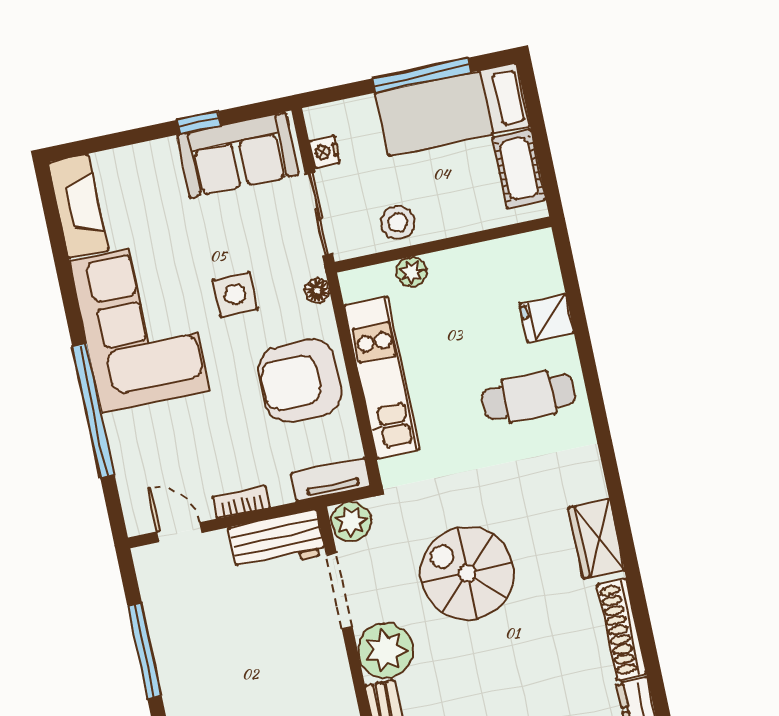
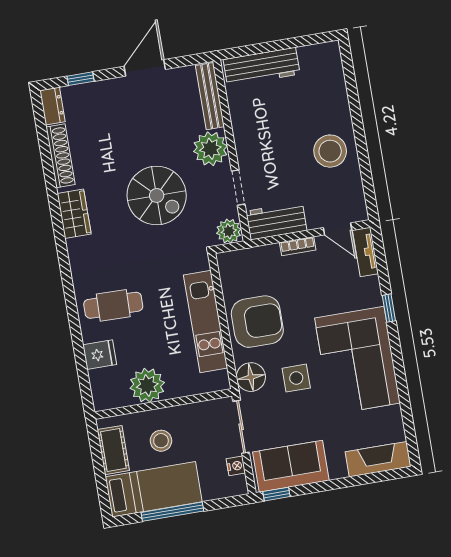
window: (199, 123) -> (276, 494), moved
fireplace: (78, 206) -> (378, 459), moved, turned 90
stool: (398, 222) -> (161, 441), moved
plant: (412, 272) -> (147, 385), moved, width x1.88, depth x1.88
floor lamp: (317, 291) -> (251, 377), width x1.89, depth x1.89
window: (94, 411) -> (389, 308), width x0.32
tv unit: (331, 480) -> (365, 252), moved, turned 90
doorway: (339, 591) -> (238, 187), width x0.73
window: (145, 651) -> (363, 155), removed
stool: (197, 655) -> (330, 151), added

